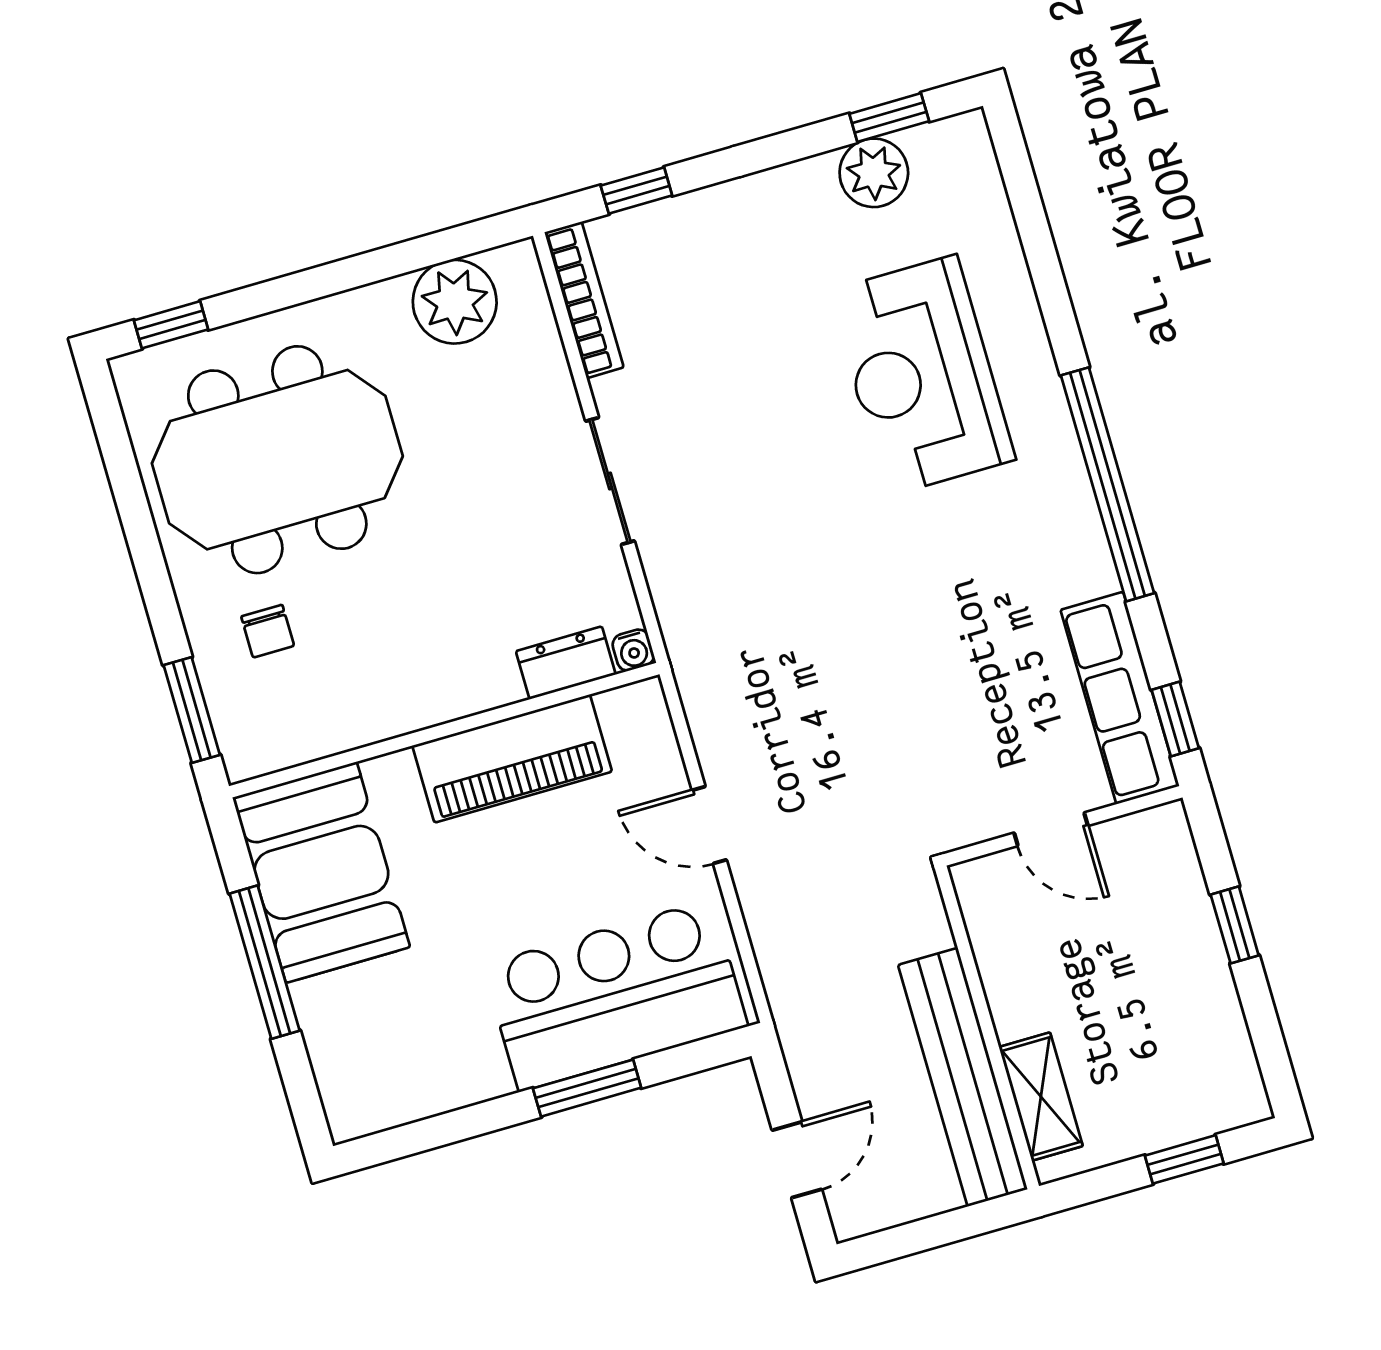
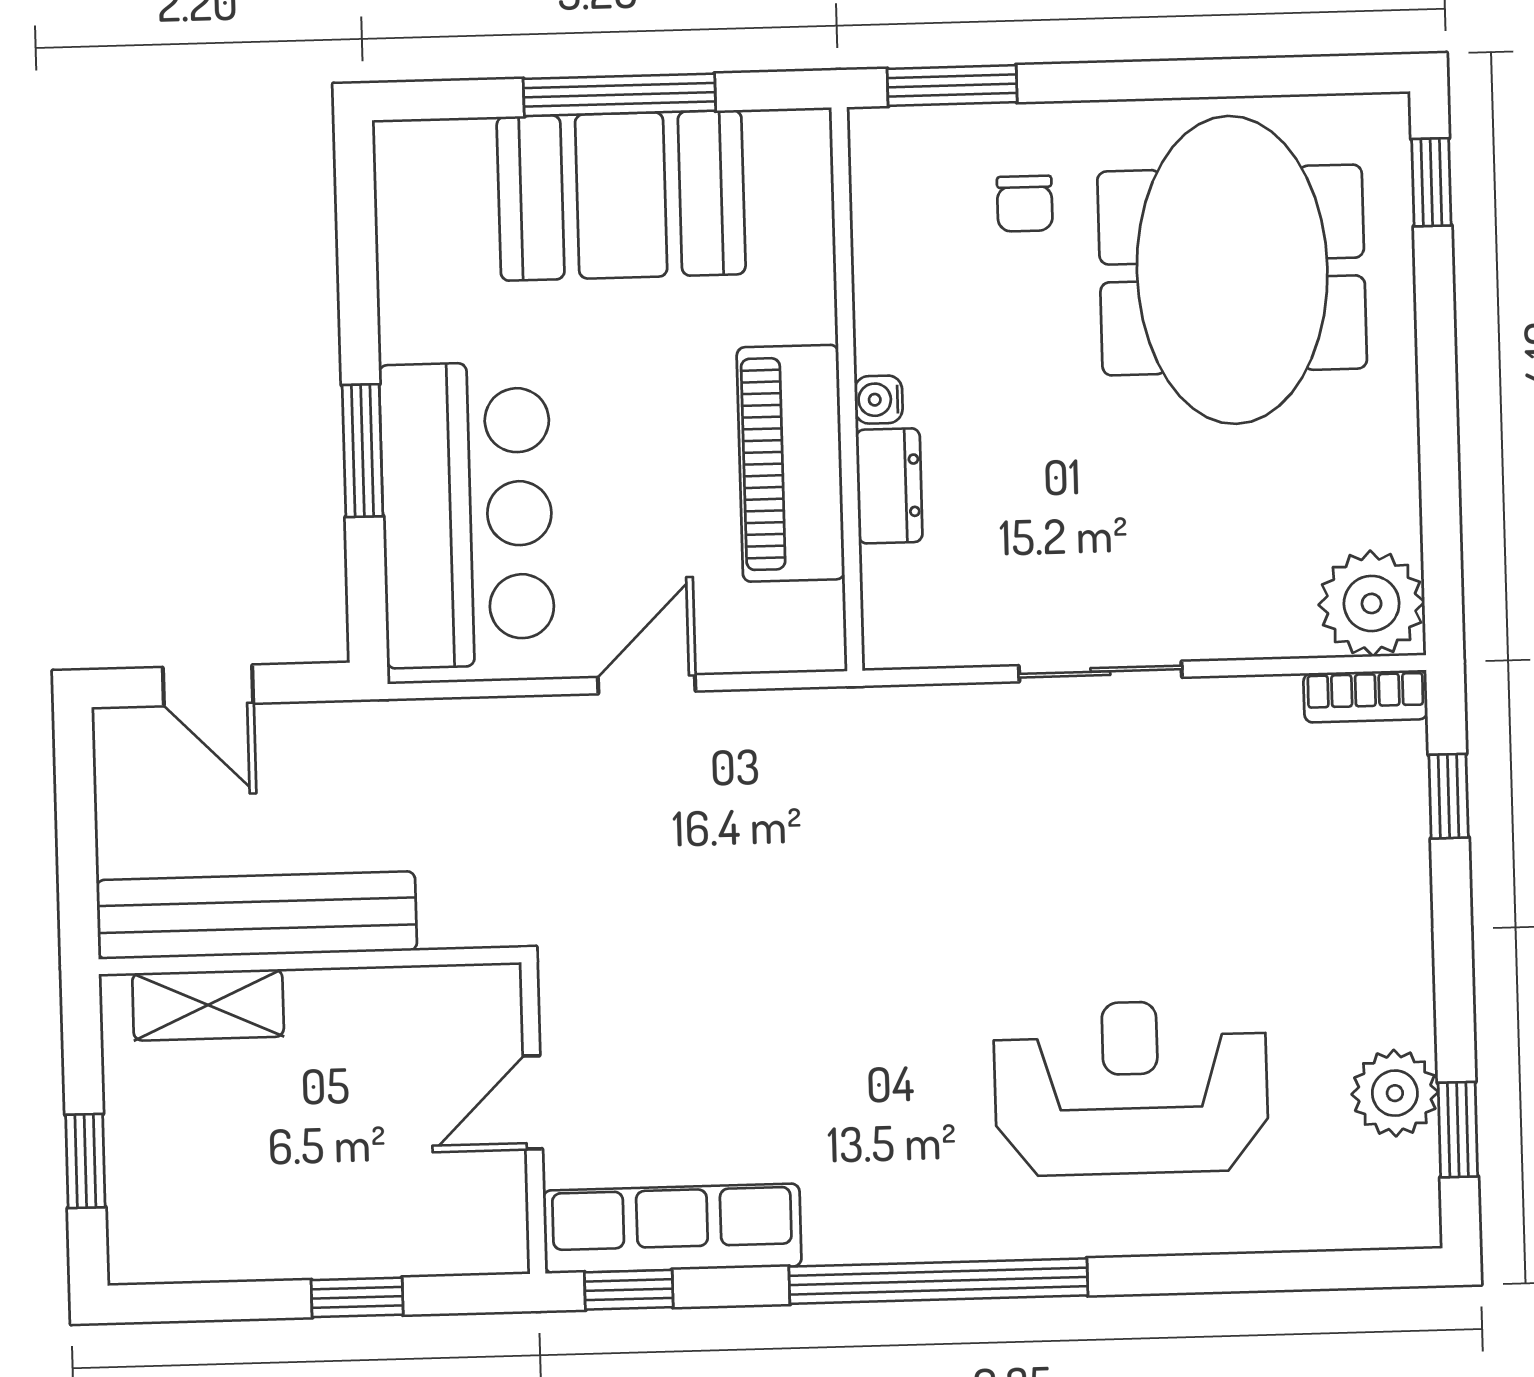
bookcase: (584, 300) -> (1366, 696), width x0.64
plant: (455, 302) -> (1372, 603), moved
chair: (268, 631) -> (1025, 204), turned -90
water cooler: (633, 650) -> (879, 400), moved
dresser: (566, 663) -> (889, 486), moved
booth: (321, 872) -> (621, 195), moved

